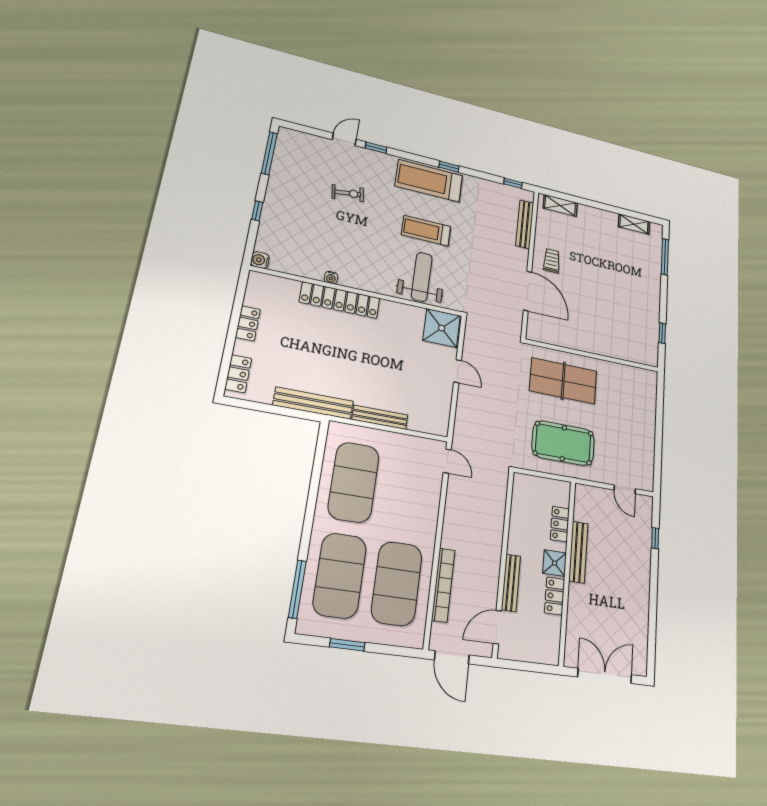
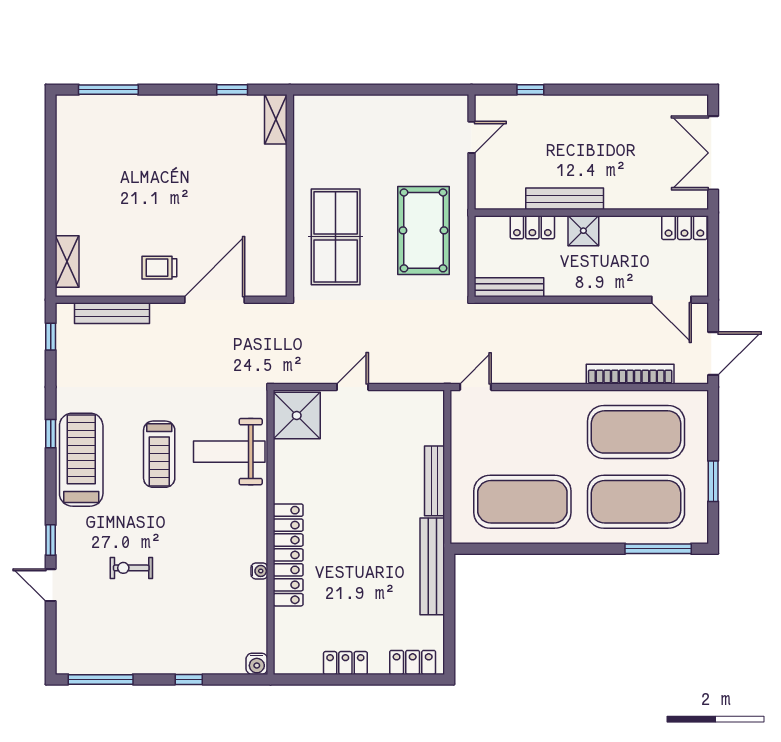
treadmill: (429, 181) -> (81, 460), turned 180
exercise bike: (348, 193) -> (131, 568), turned -82
shelving: (634, 224) -> (276, 119), moved
bench: (511, 583) -> (509, 287), moved
locker: (555, 596) -> (684, 228), moved

